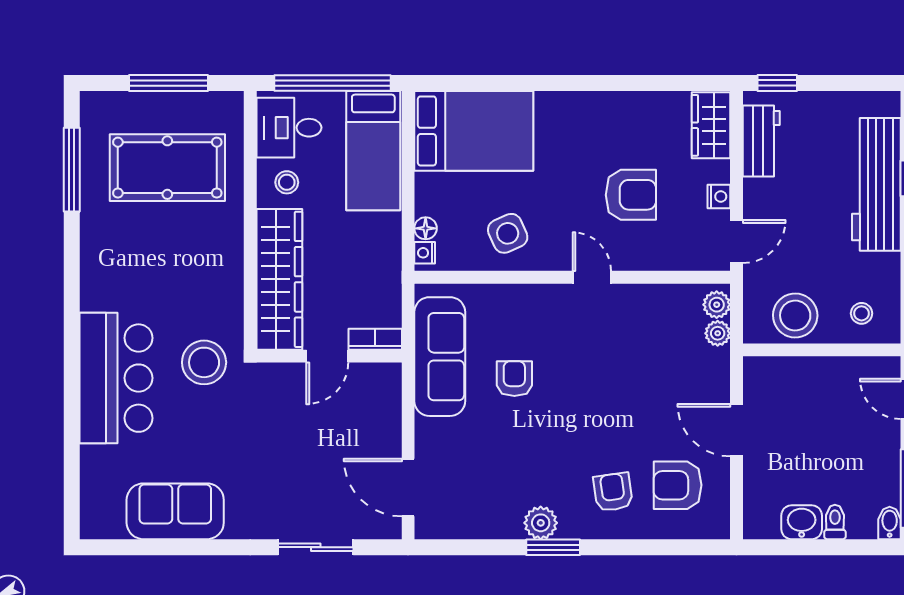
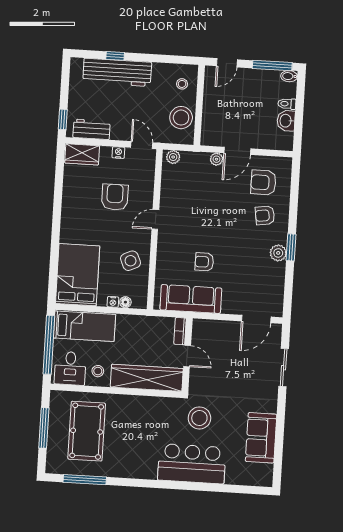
nightstand: (425, 253) -> (113, 302), moved
plant: (718, 333) -> (216, 159), moved
stool: (204, 362) -> (199, 418), moved
armchair: (678, 485) -> (263, 182), turned 90

